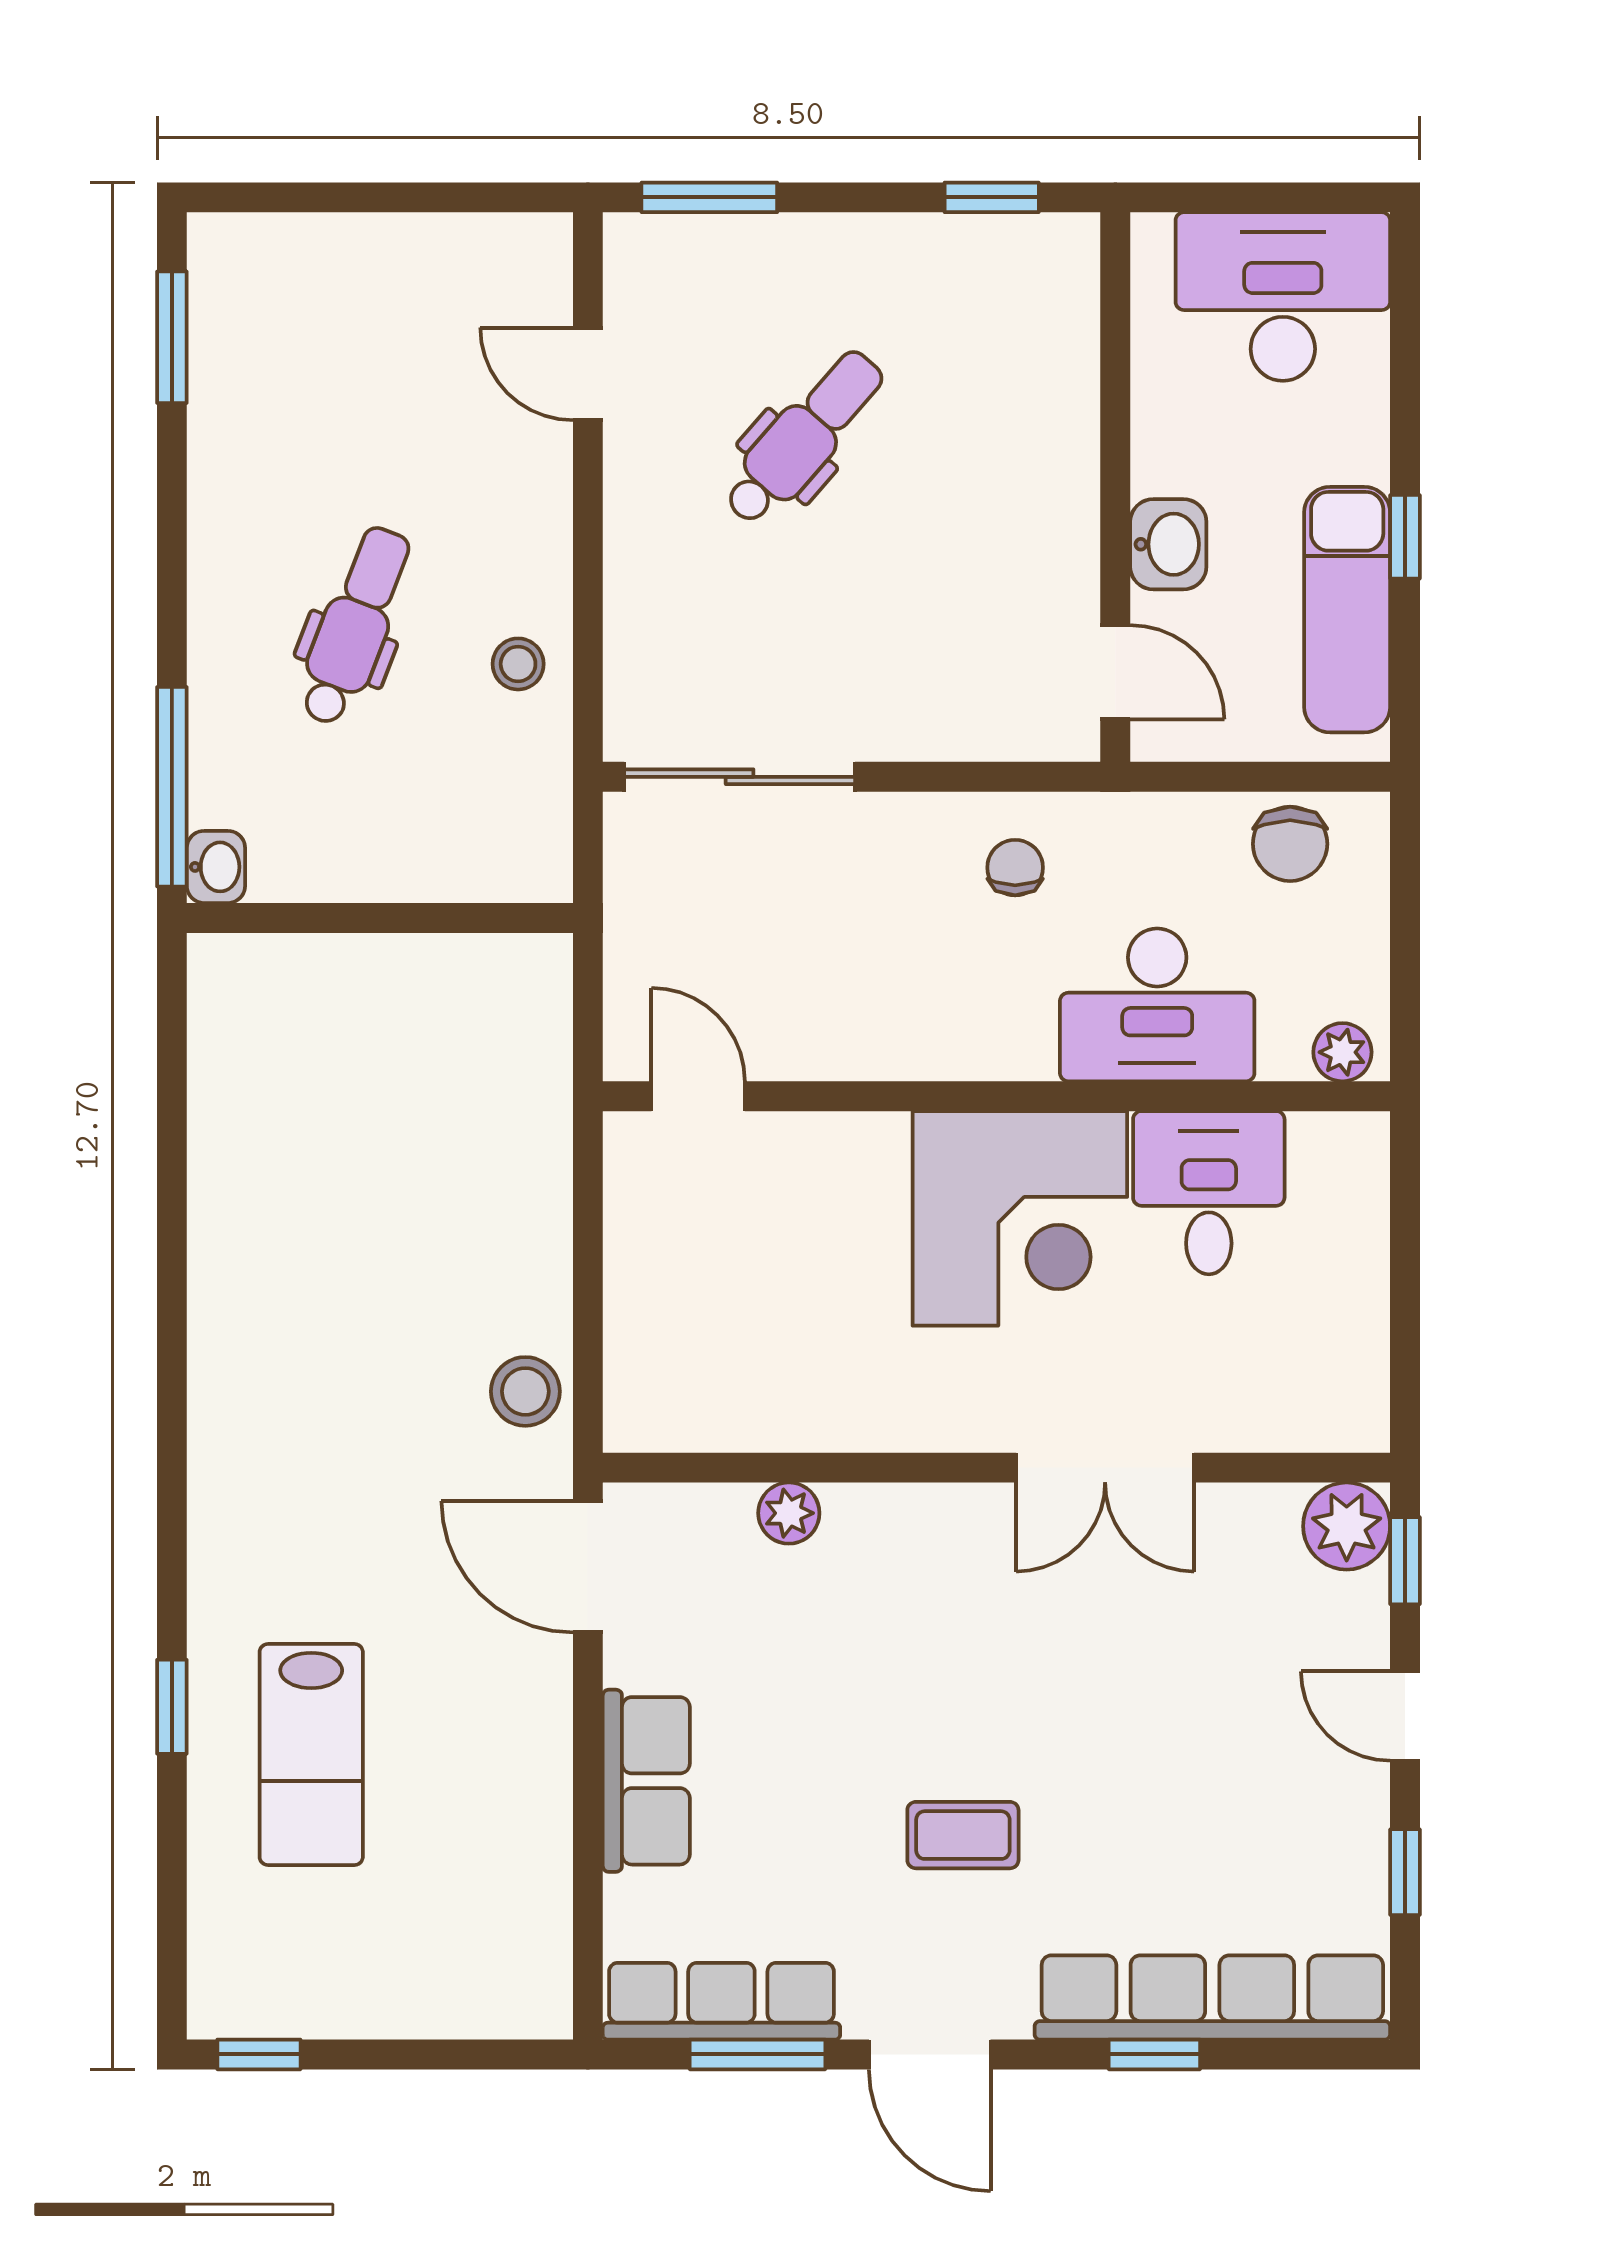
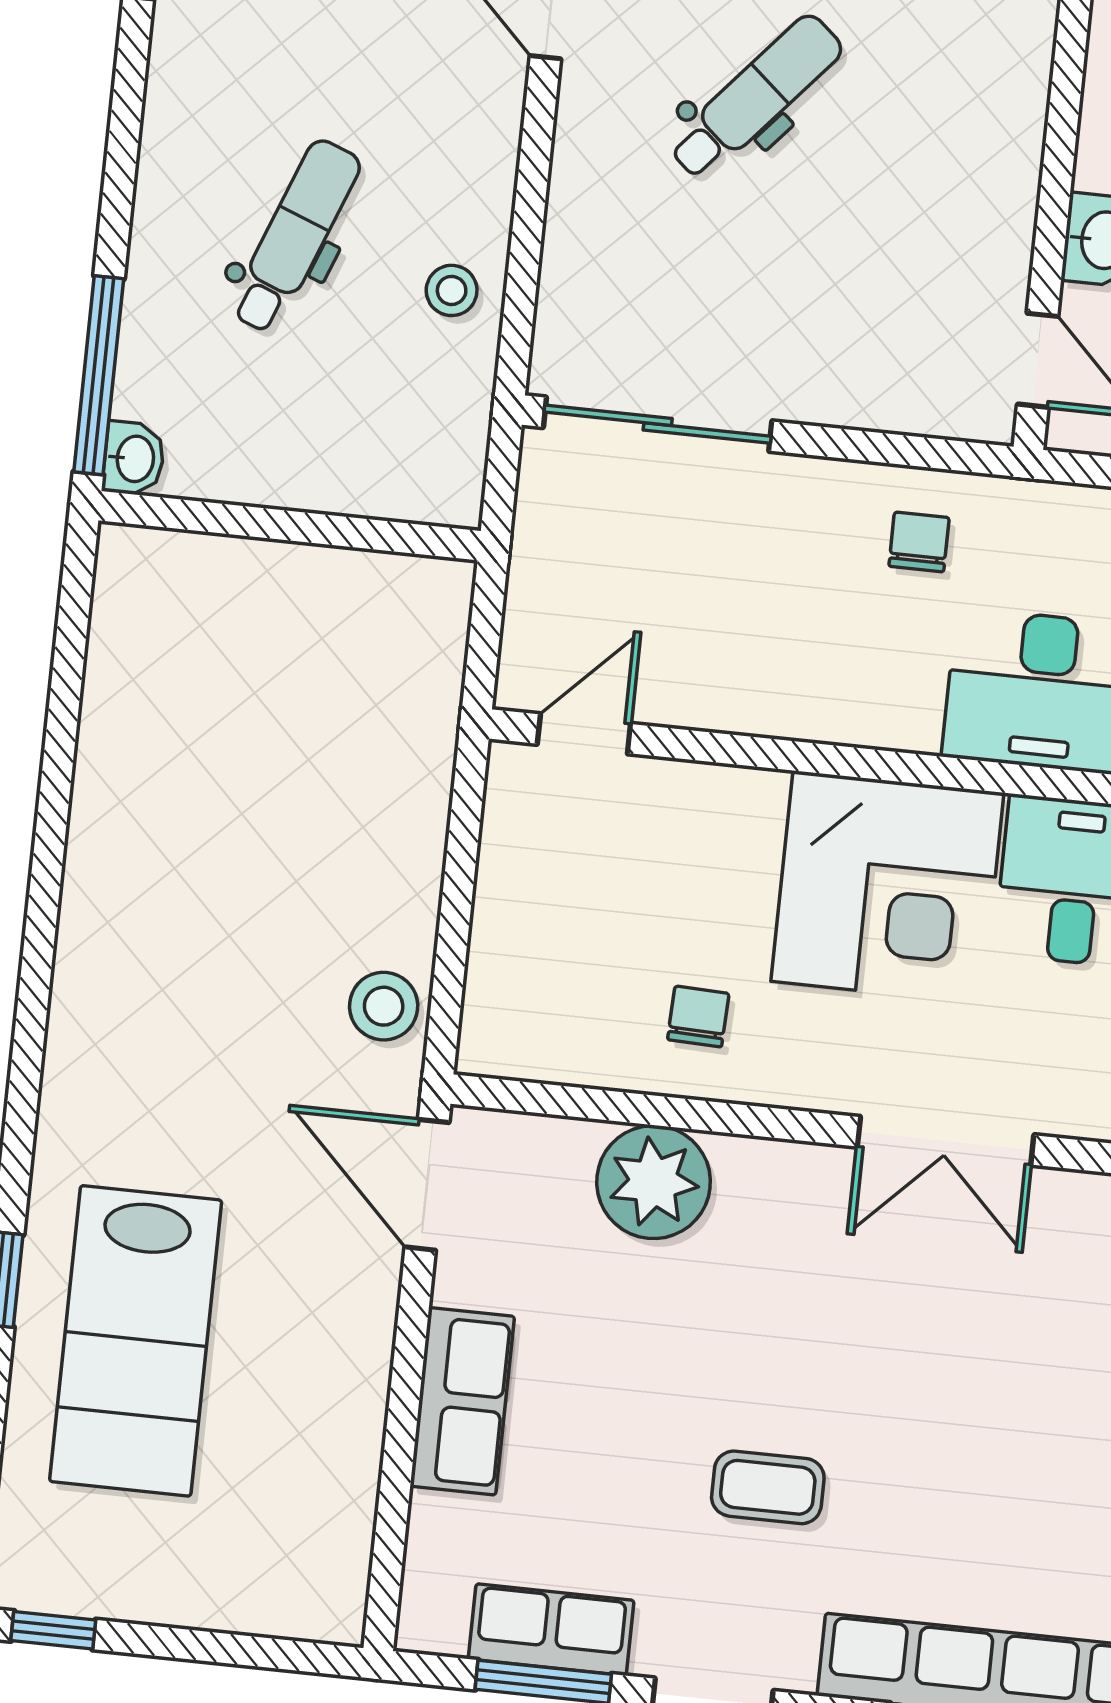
door: (698, 1096) -> (584, 734), hinge flipped
chair: (843, 1369) -> (698, 1017), added
plant: (789, 1513) -> (654, 1182), width x1.87, depth x1.87
lab bench: (311, 1755) -> (136, 1341), width x1.36, depth x1.39
row of seats: (721, 2001) -> (551, 1630), width x0.68

